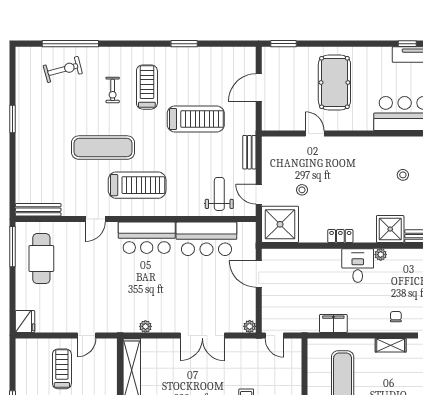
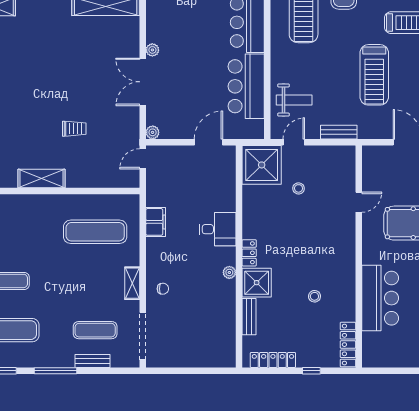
locker: (340, 236) -> (249, 253), moved
desk: (358, 266) -> (218, 229), moved
plant: (145, 326) -> (152, 50), moved

